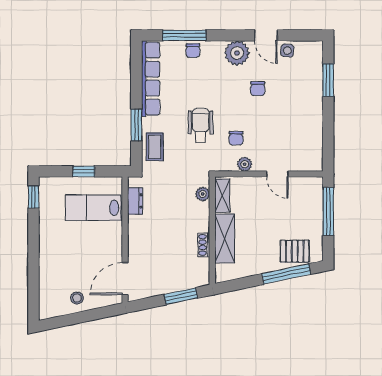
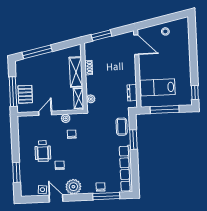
wheelchair: (201, 125) -> (43, 151), moved
window: (84, 171) -> (165, 110), width x2.17
door: (277, 174) -> (45, 113), hinge flipped
lab bench: (93, 208) -> (158, 87), turned 180
pallet: (295, 251) -> (25, 94), moved, turned 90
door: (125, 279) -> (136, 45), hinge flipped

